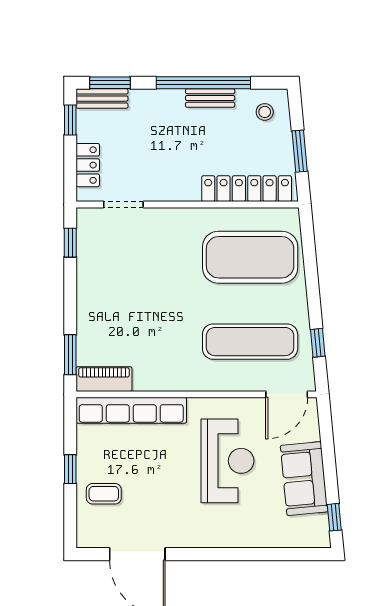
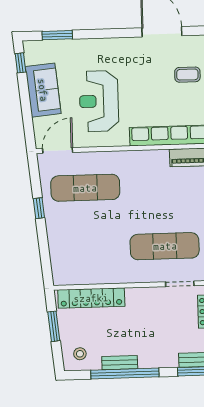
exercise mat: (250, 257) -> (165, 246), moved, width x0.68
window: (318, 343) -> (39, 208), moved
window: (282, 554) -> (57, 35), added

